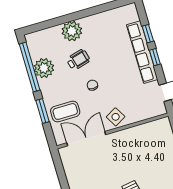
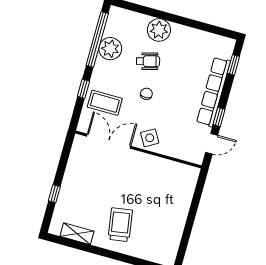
window: (148, 34) -> (233, 65), moved
window: (155, 57) -> (219, 117), moved
window: (43, 111) -> (83, 89), width x0.67

